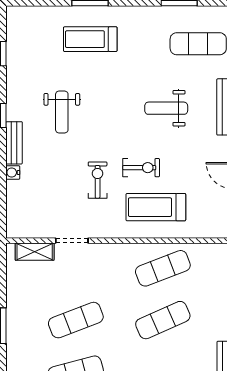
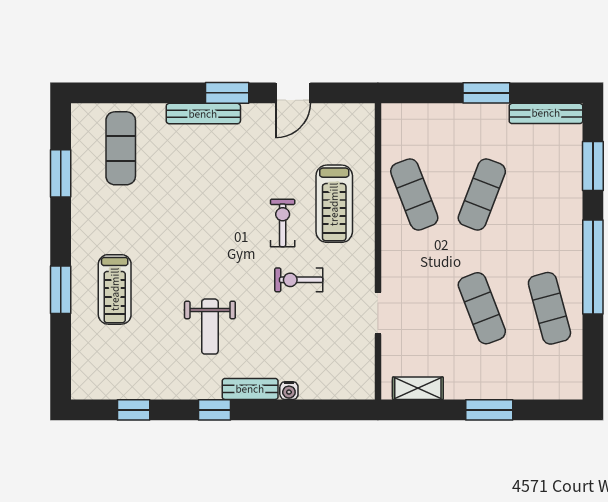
weight bench: (166, 108) -> (205, 190), removed
weight bench: (62, 112) -> (210, 327), turned 90
shelving: (35, 252) -> (418, 388), moved, turned 90
exercise mat: (163, 320) -> (482, 194), turned 45

